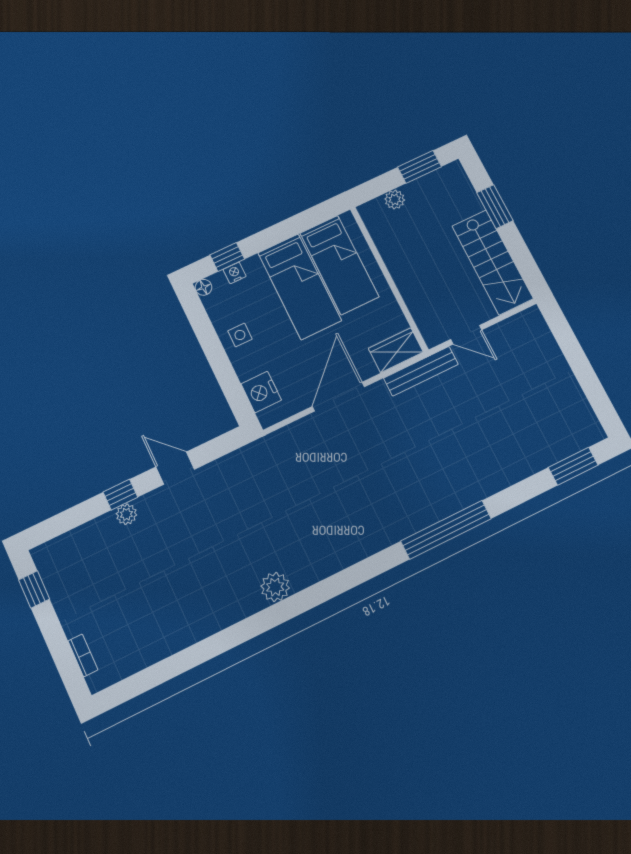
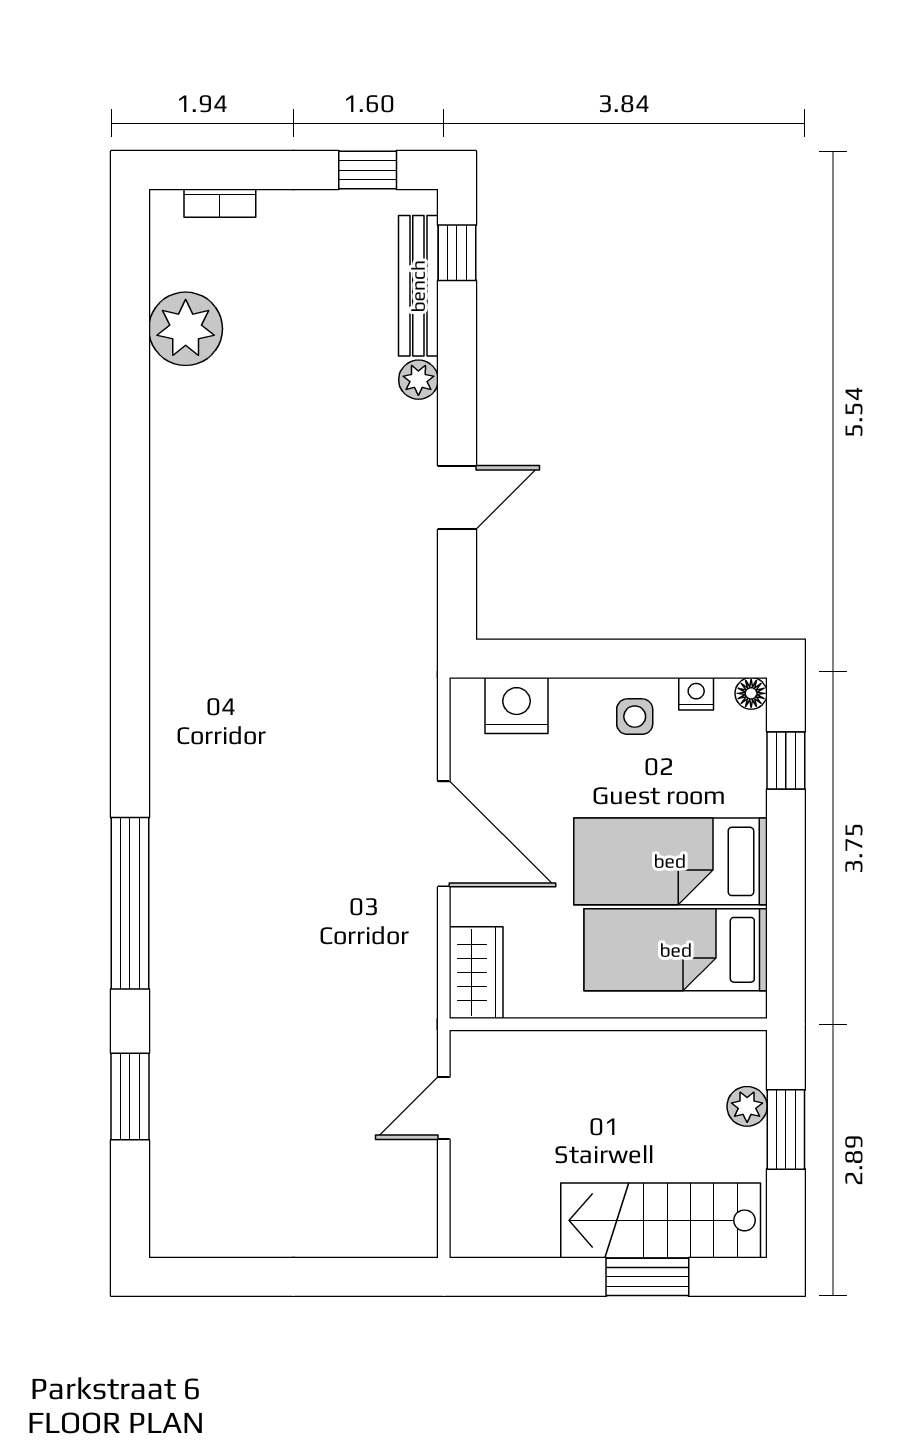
window: (420, 167) -> (786, 1130), moved
stairs: (493, 262) -> (661, 1220), moved
nightstand: (235, 273) -> (696, 694), moved, turned -90
bench: (421, 371) -> (418, 286), moved
window: (573, 466) -> (130, 1096), moved
window: (120, 495) -> (457, 253), moved
plant: (275, 587) -> (186, 329), moved, width x1.36, depth x1.36

